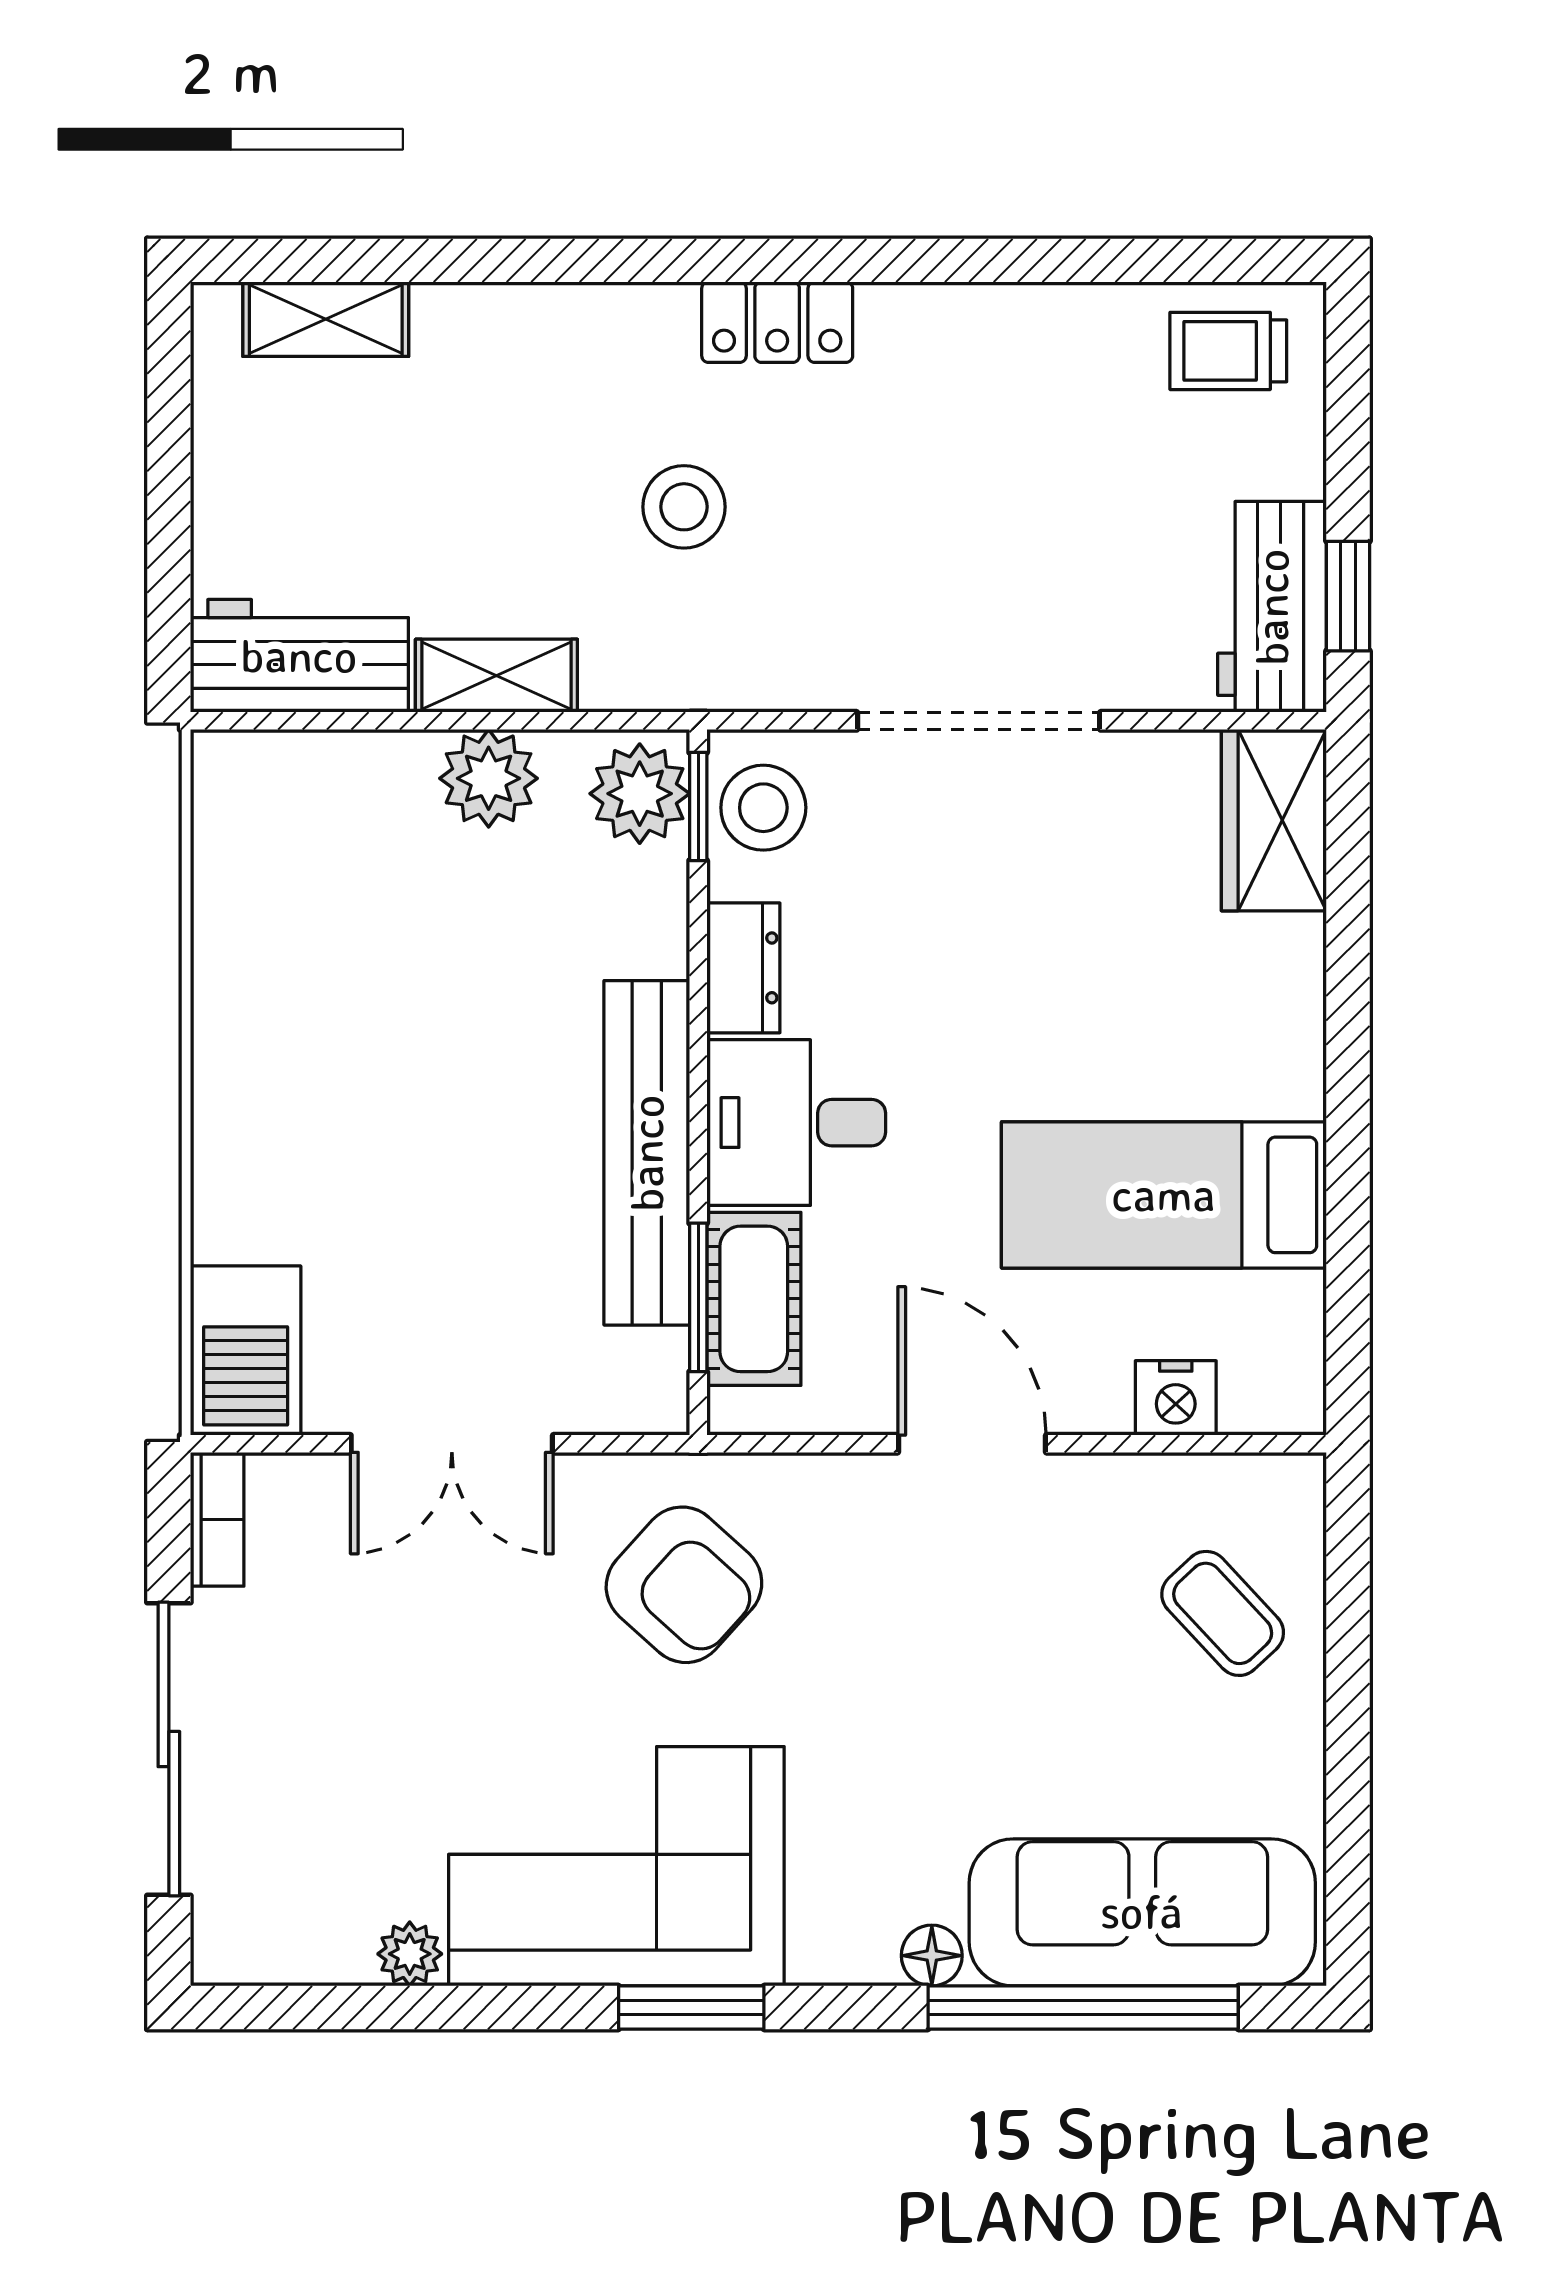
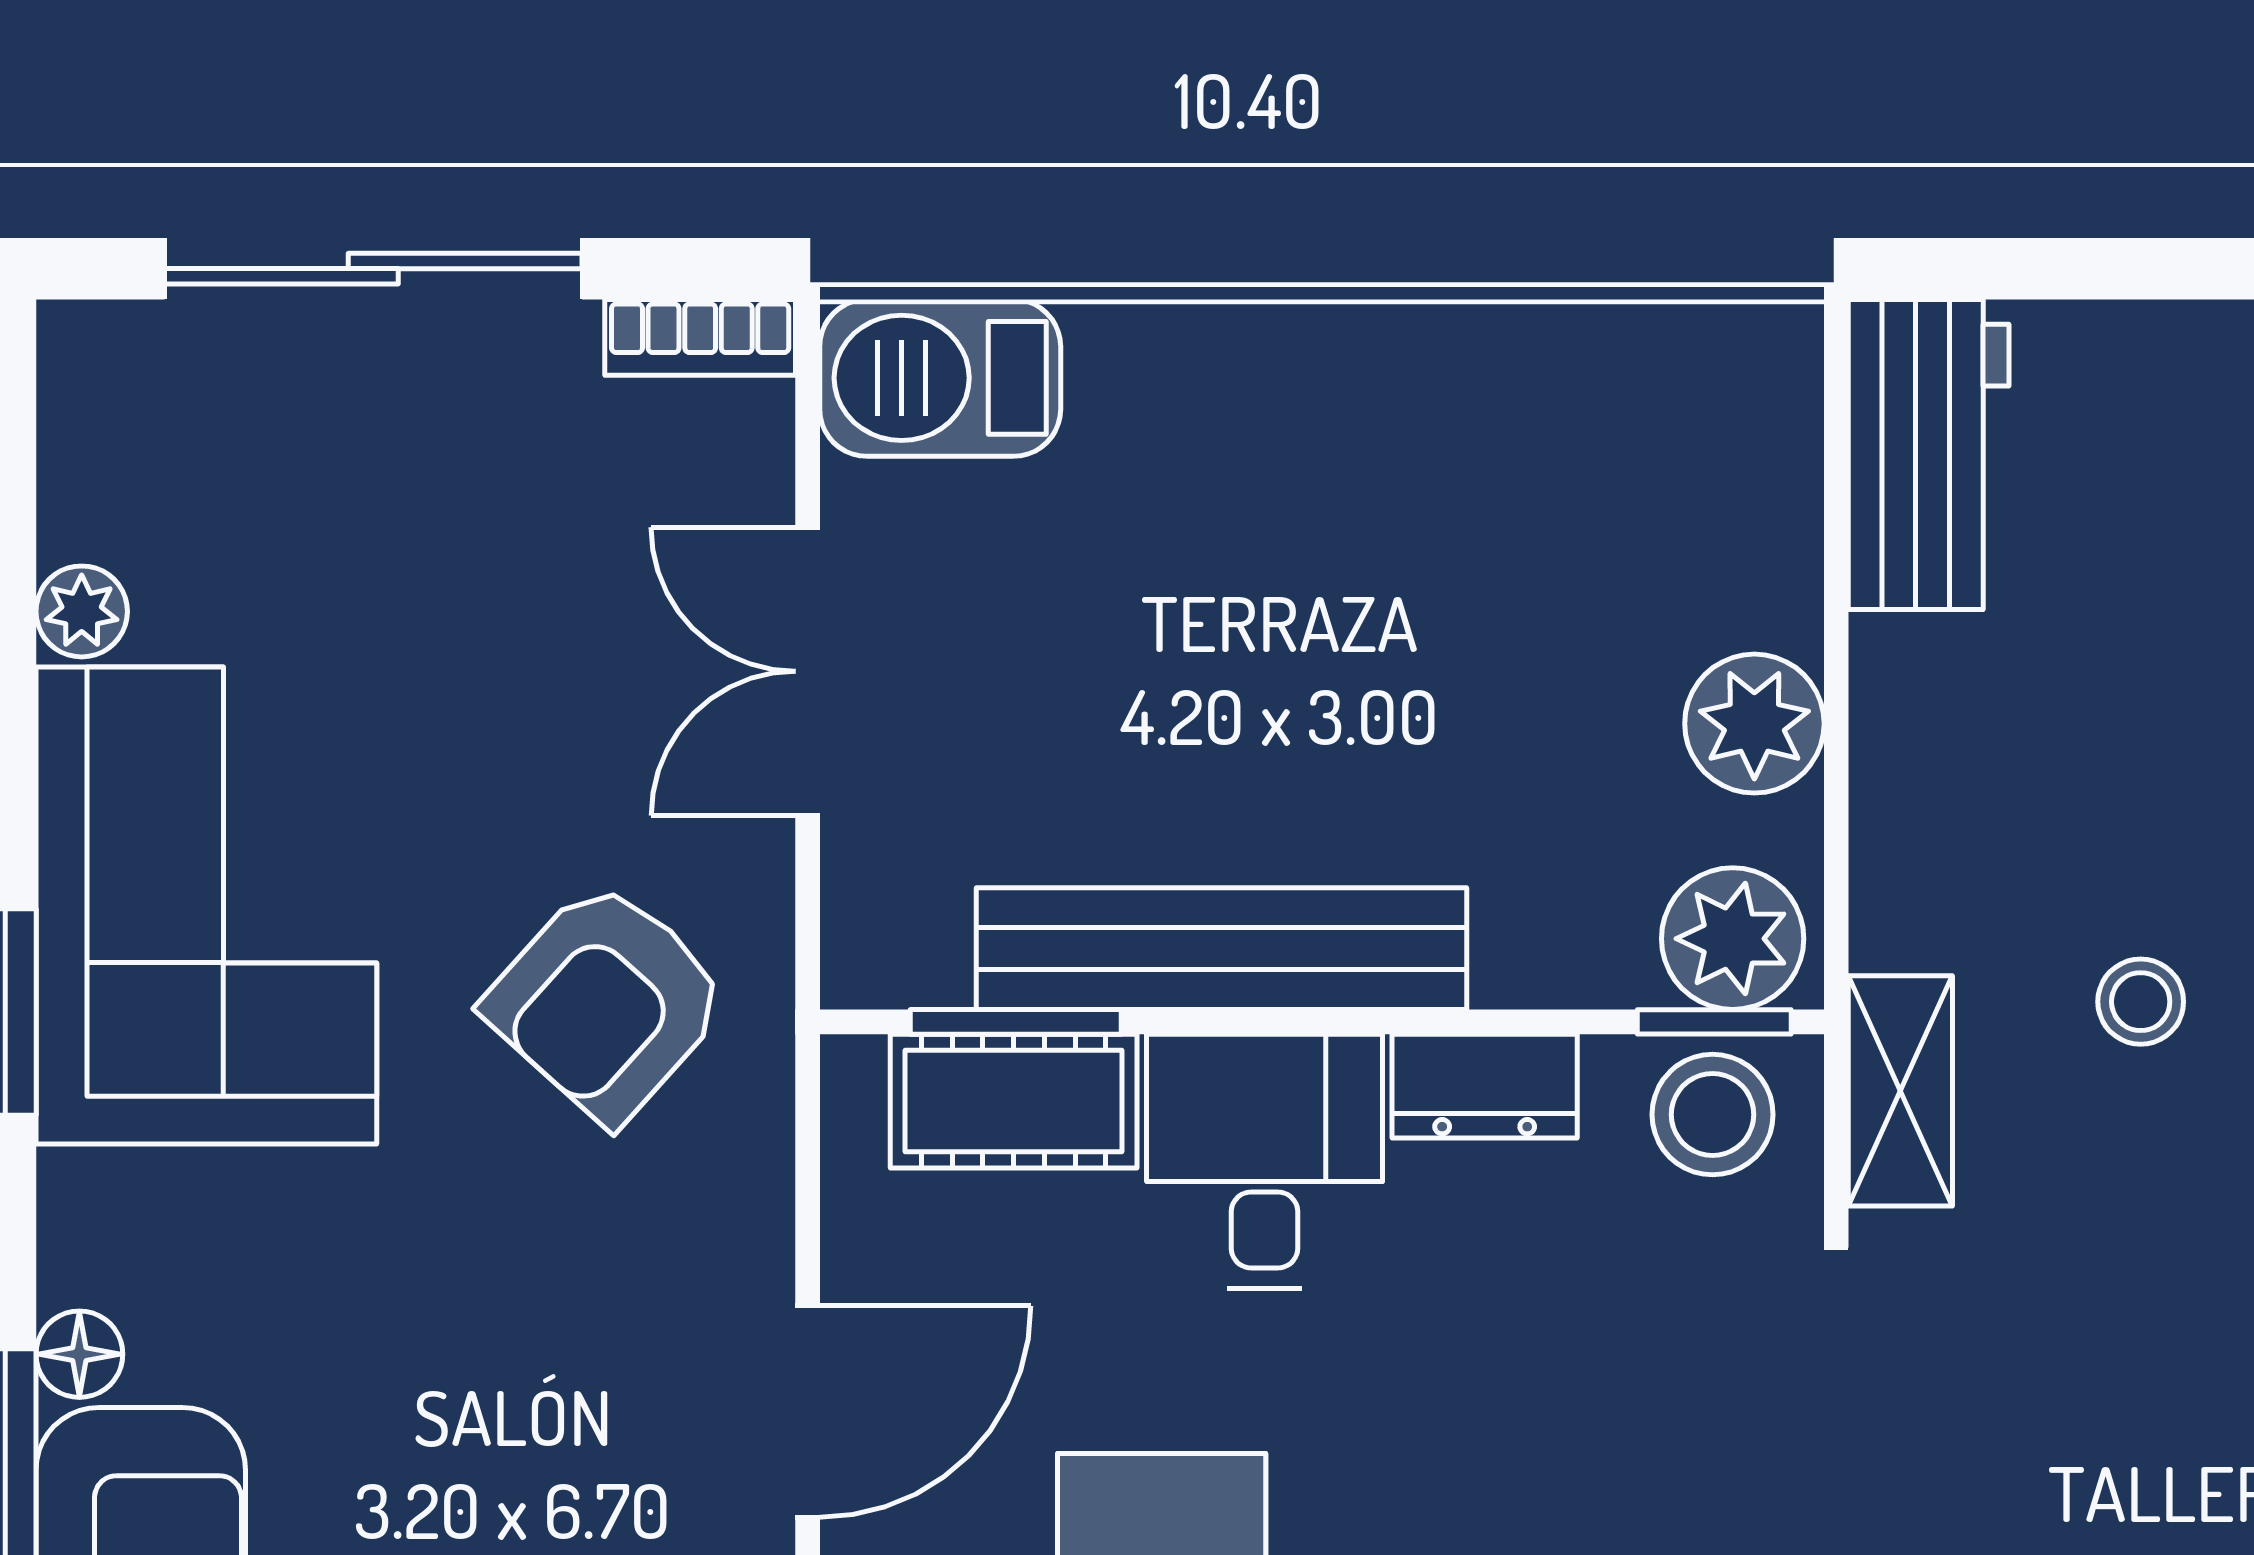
stool: (684, 507) -> (2141, 1002), width x0.73, depth x0.73
shelving: (496, 676) -> (1900, 1091), moved

